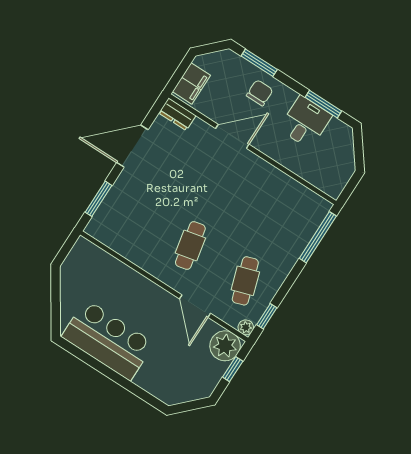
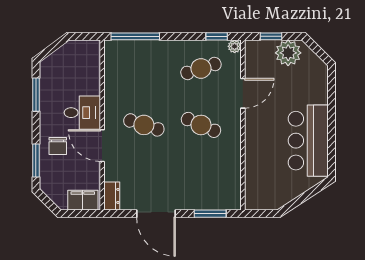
chair: (260, 93) -> (58, 146), turned -90
desk: (305, 122) -> (82, 113), moved, turned 180
cafe table: (226, 190) -> (144, 125), added
cafe table: (190, 245) -> (201, 125), turned 36
plant: (225, 346) -> (288, 53), moved

